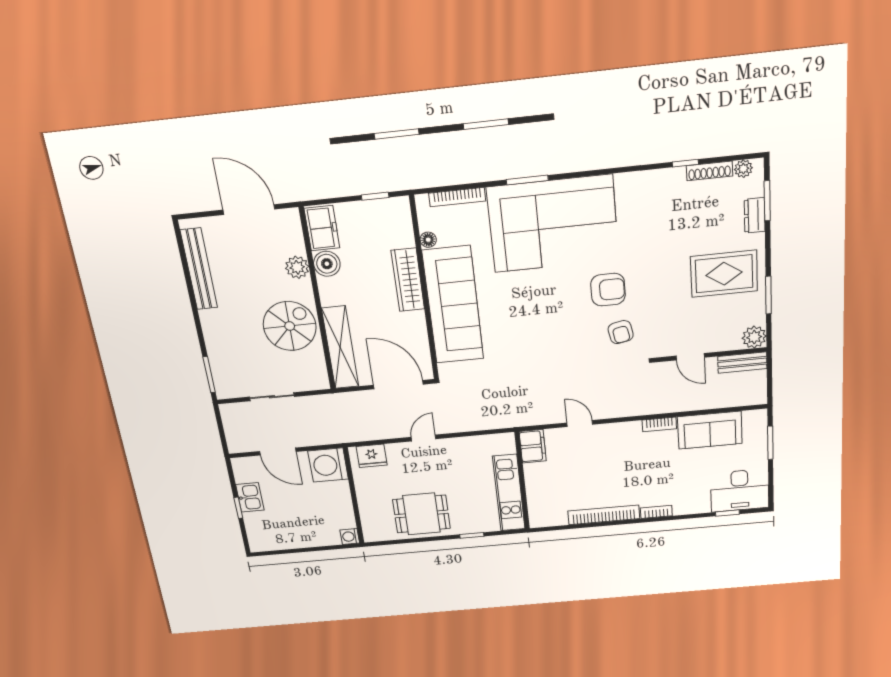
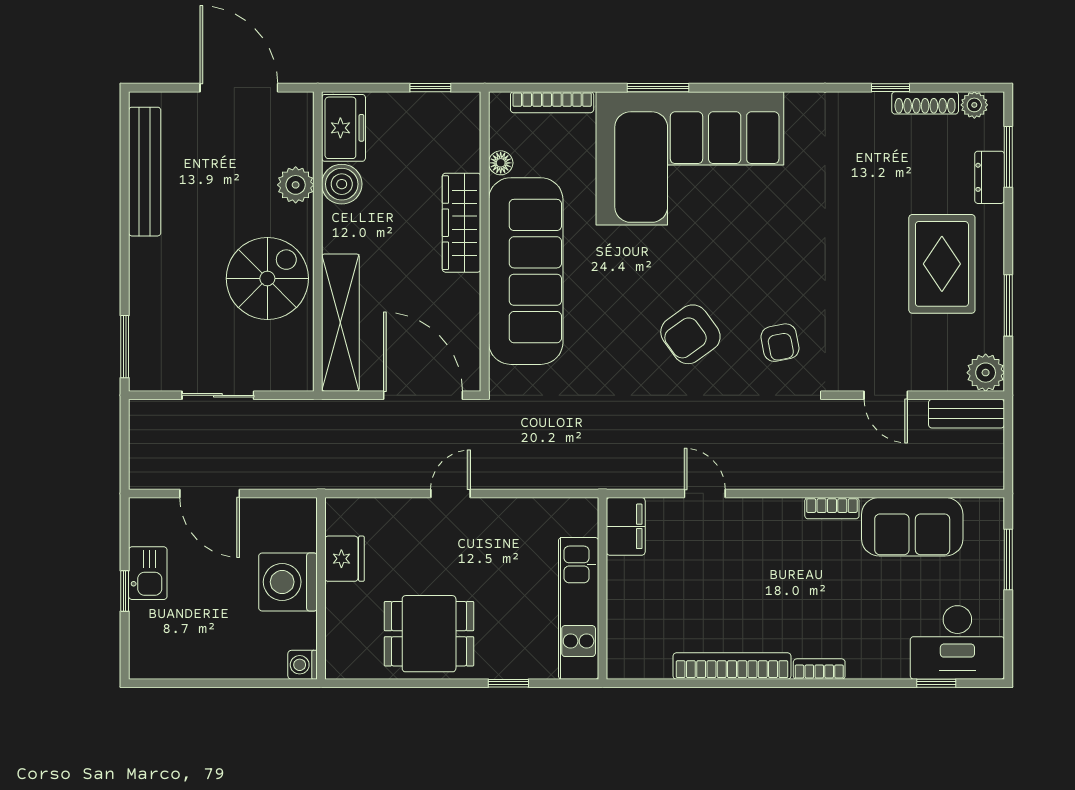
rug: (724, 274) -> (942, 264), turned 90
armchair: (608, 290) -> (690, 334), moved, turned 144
fridge: (372, 456) -> (345, 559), moved, turned -90
washing machine: (328, 465) -> (288, 582), moved

